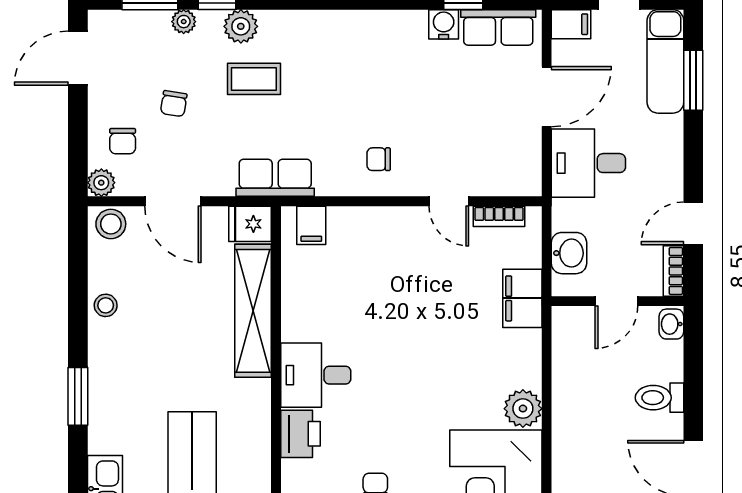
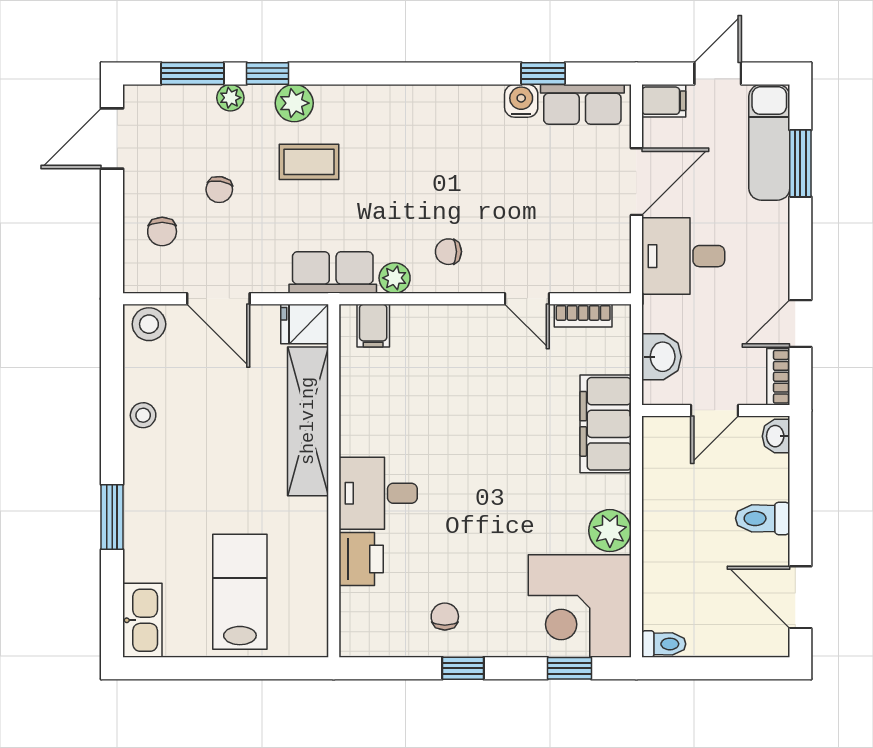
plant: (101, 183) -> (395, 278), moved
filing cabinet: (522, 298) -> (606, 424), width x1.50, depth x1.17

